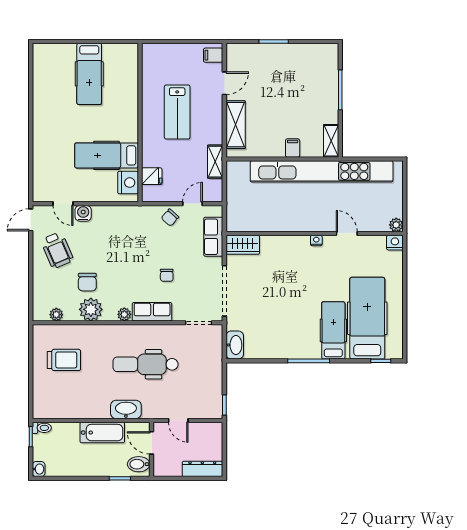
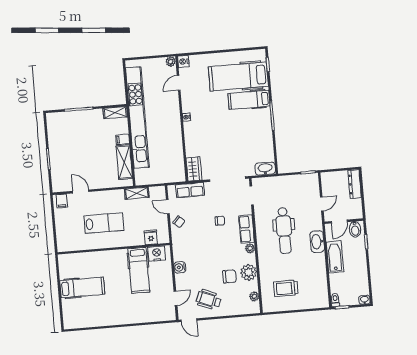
shelving: (236, 125) -> (124, 162), moved, turned 90
water cooler: (83, 213) -> (180, 267), moved
door: (347, 233) -> (179, 83), moved
wheelchair: (57, 250) -> (209, 300), turned -135
trolley: (64, 360) -> (286, 288), turned -90

